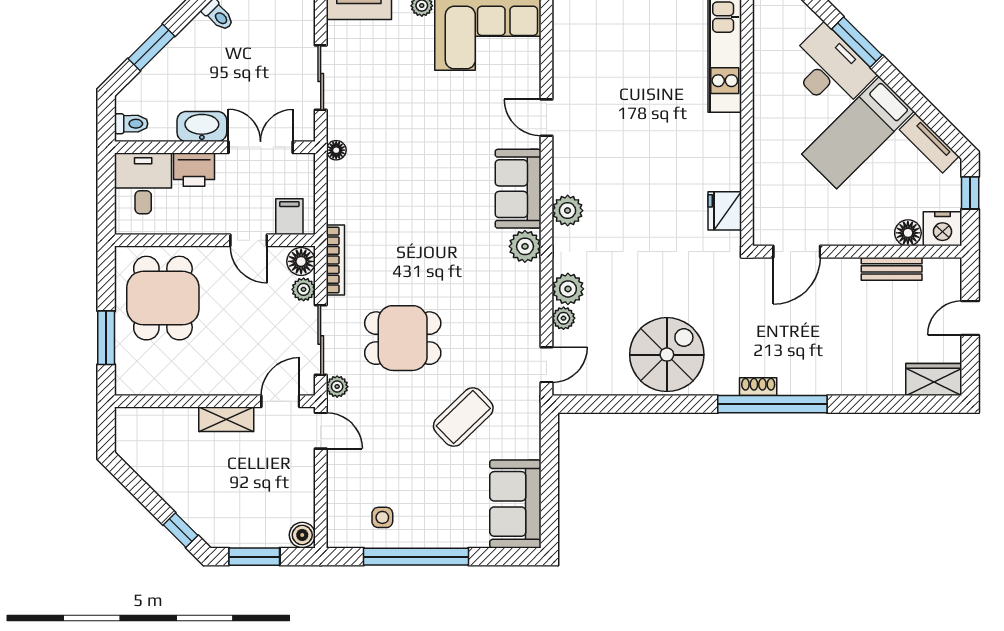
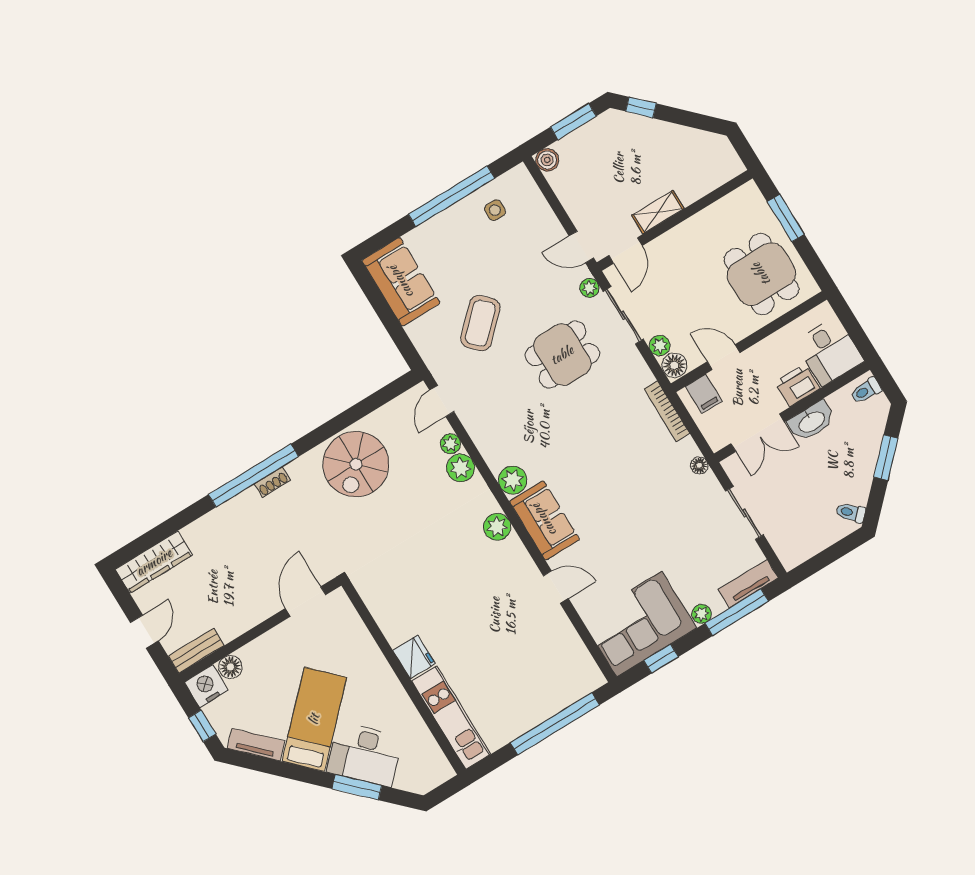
fridge: (725, 211) -> (414, 657), moved
bookcase: (335, 260) -> (667, 411), moved
bench: (892, 269) -> (196, 651), moved
wardrobe: (934, 379) -> (154, 562), width x1.50

